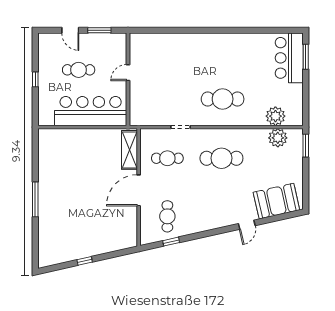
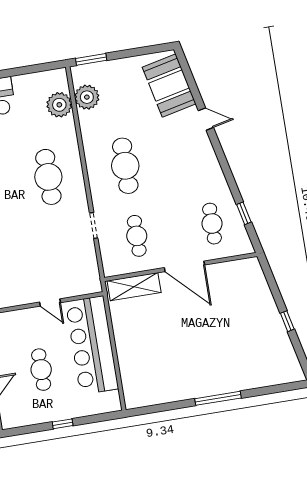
door: (128, 73) -> (50, 302), moved
cafe table: (167, 216) -> (212, 224), turned 90

